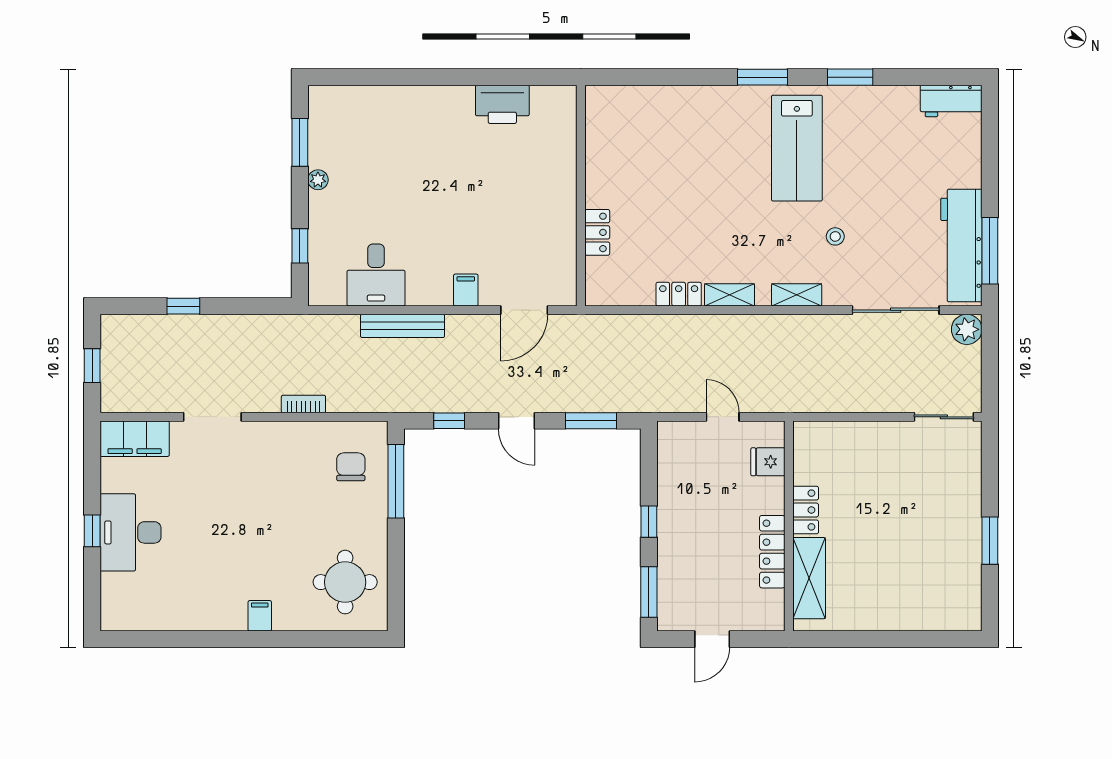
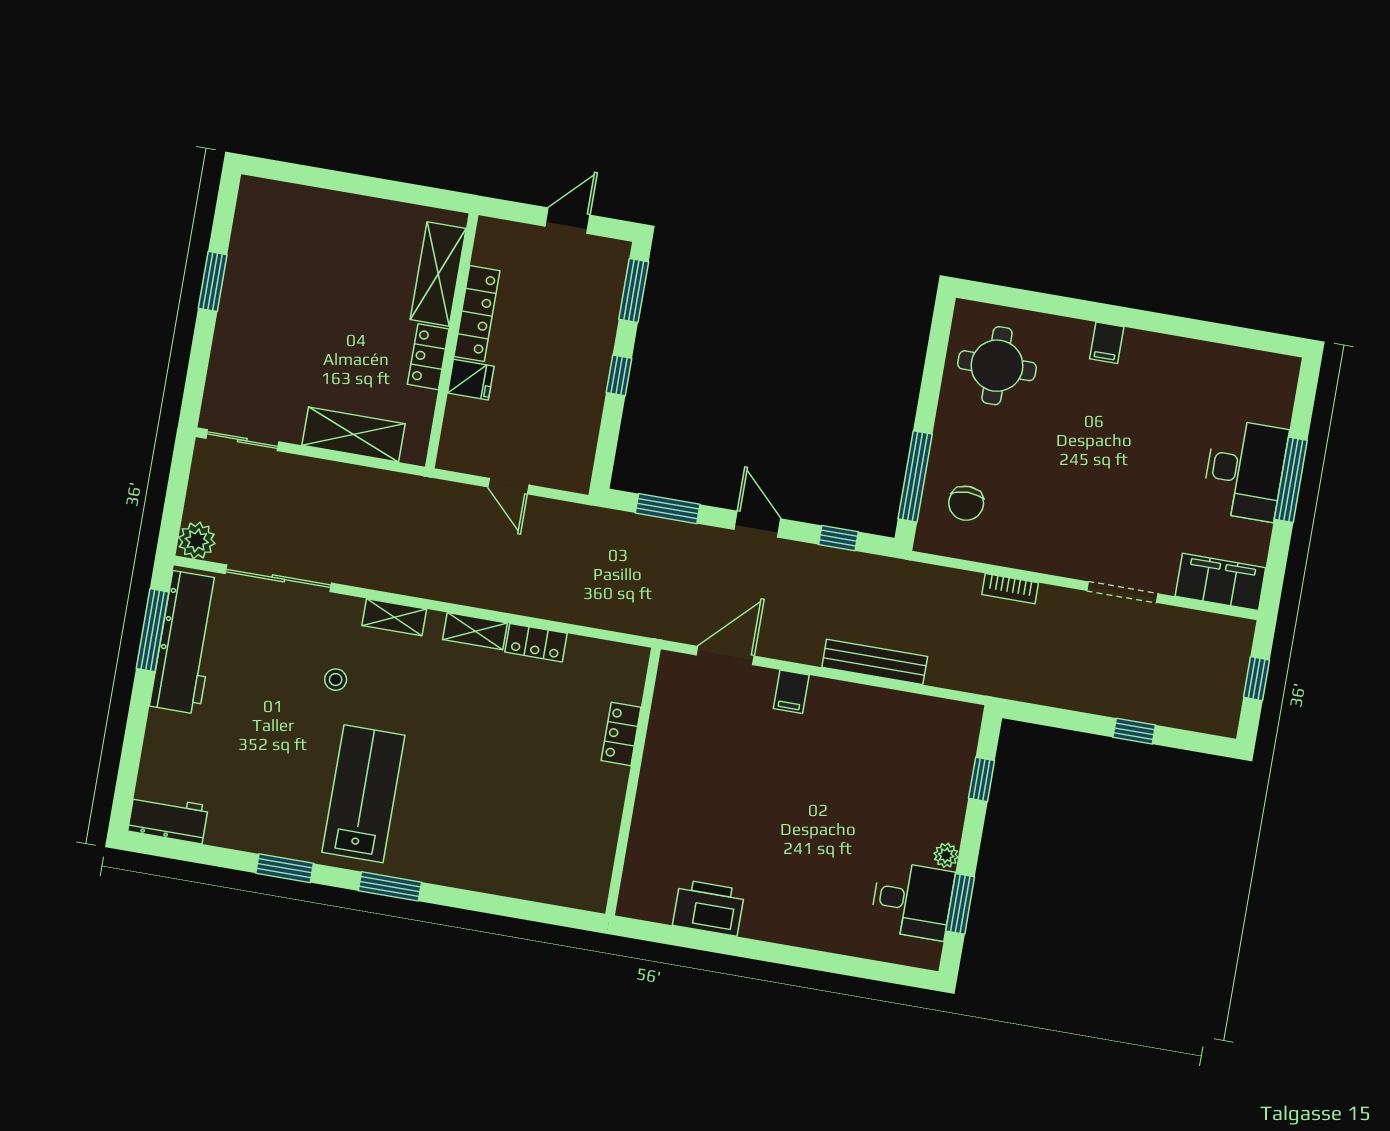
desk: (376, 275) -> (912, 900), moved, turned 90
shelving: (855, 437) -> (353, 434), added
fridge: (768, 462) -> (471, 380), moved
window: (92, 531) -> (1291, 480), width x2.17

